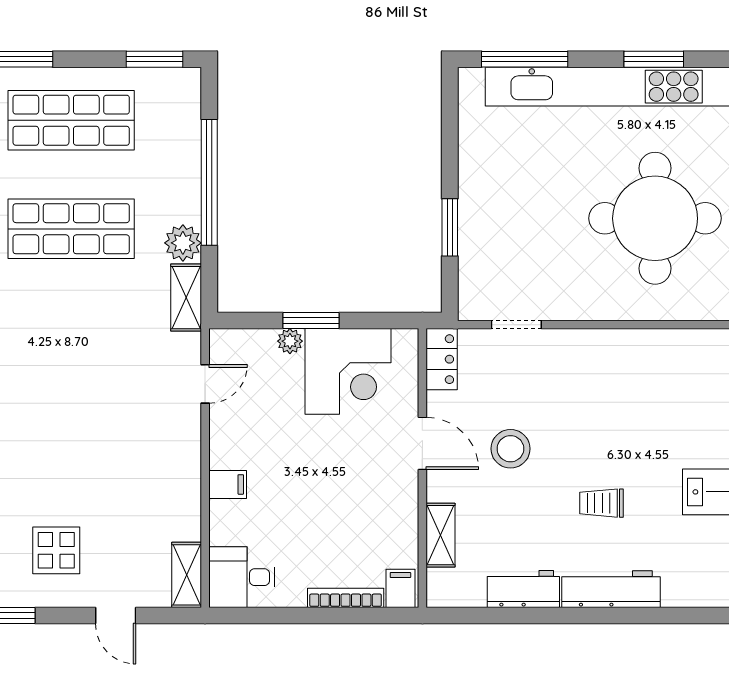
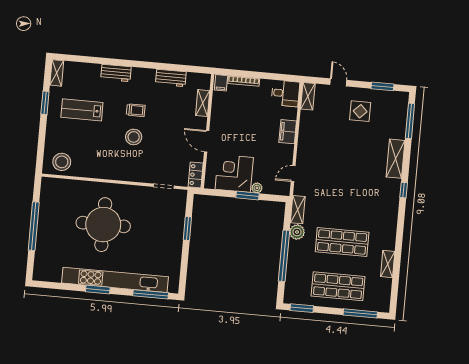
stool: (510, 449) -> (134, 137), moved
filing cabinet: (228, 484) -> (288, 132), width x2.00
workbench: (611, 589) -> (116, 73), moved, width x0.73

